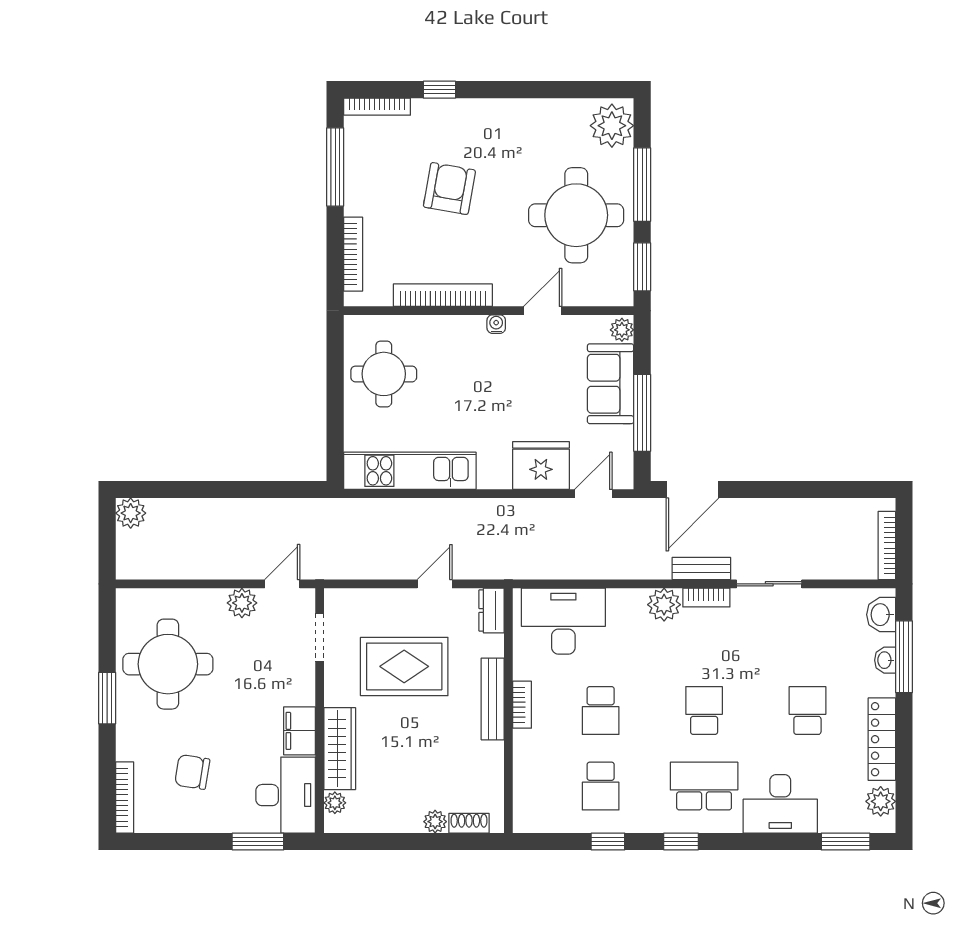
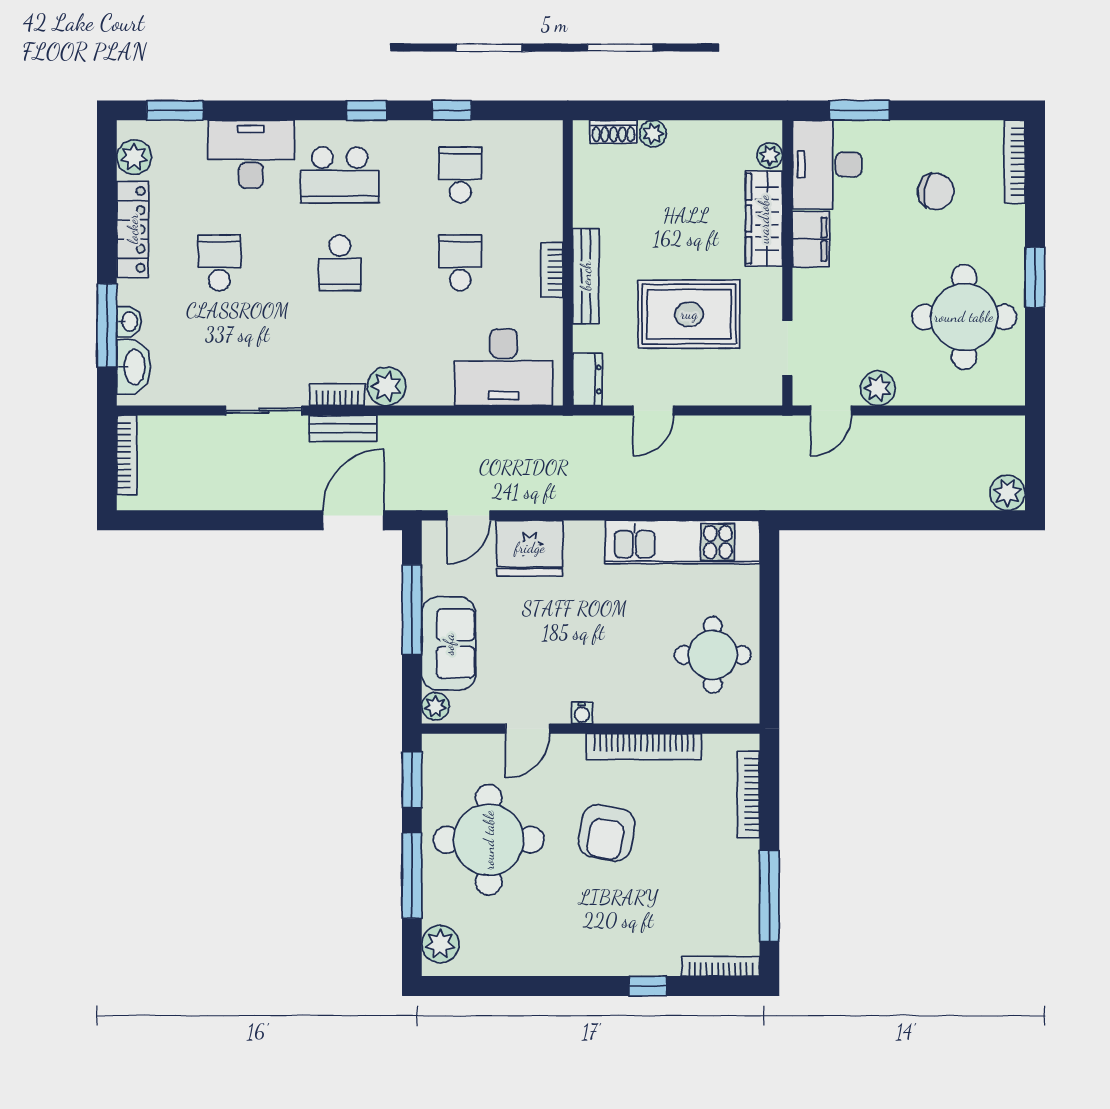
plant: (612, 126) -> (440, 944), width x0.73, depth x0.73
armchair: (449, 189) -> (607, 833), moved
washbasin: (881, 615) -> (134, 367), width x1.38
school desk: (807, 711) -> (219, 263), turned 180

